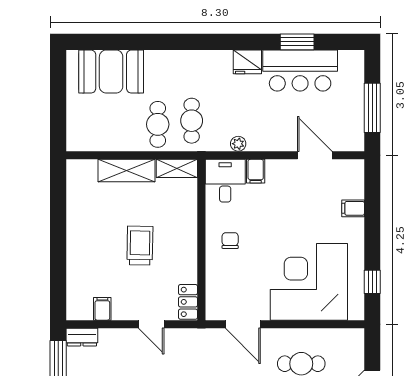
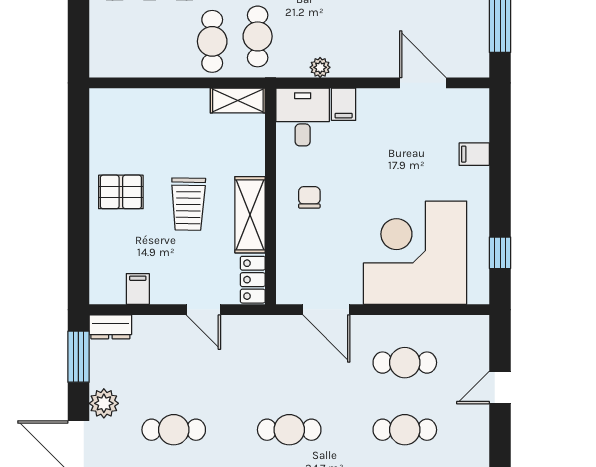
shelving: (126, 171) -> (250, 215), moved, turned 90
pallet: (90, 237) -> (121, 192), added
trolley: (140, 246) -> (188, 204), turned 180

